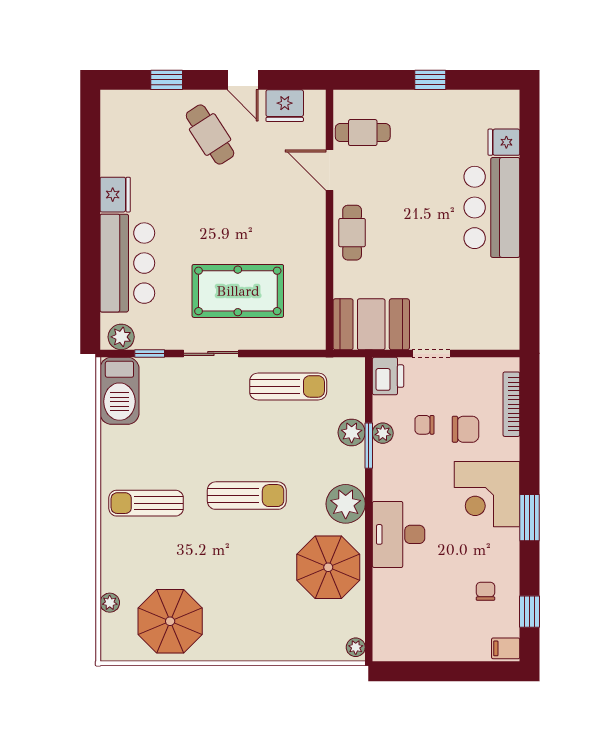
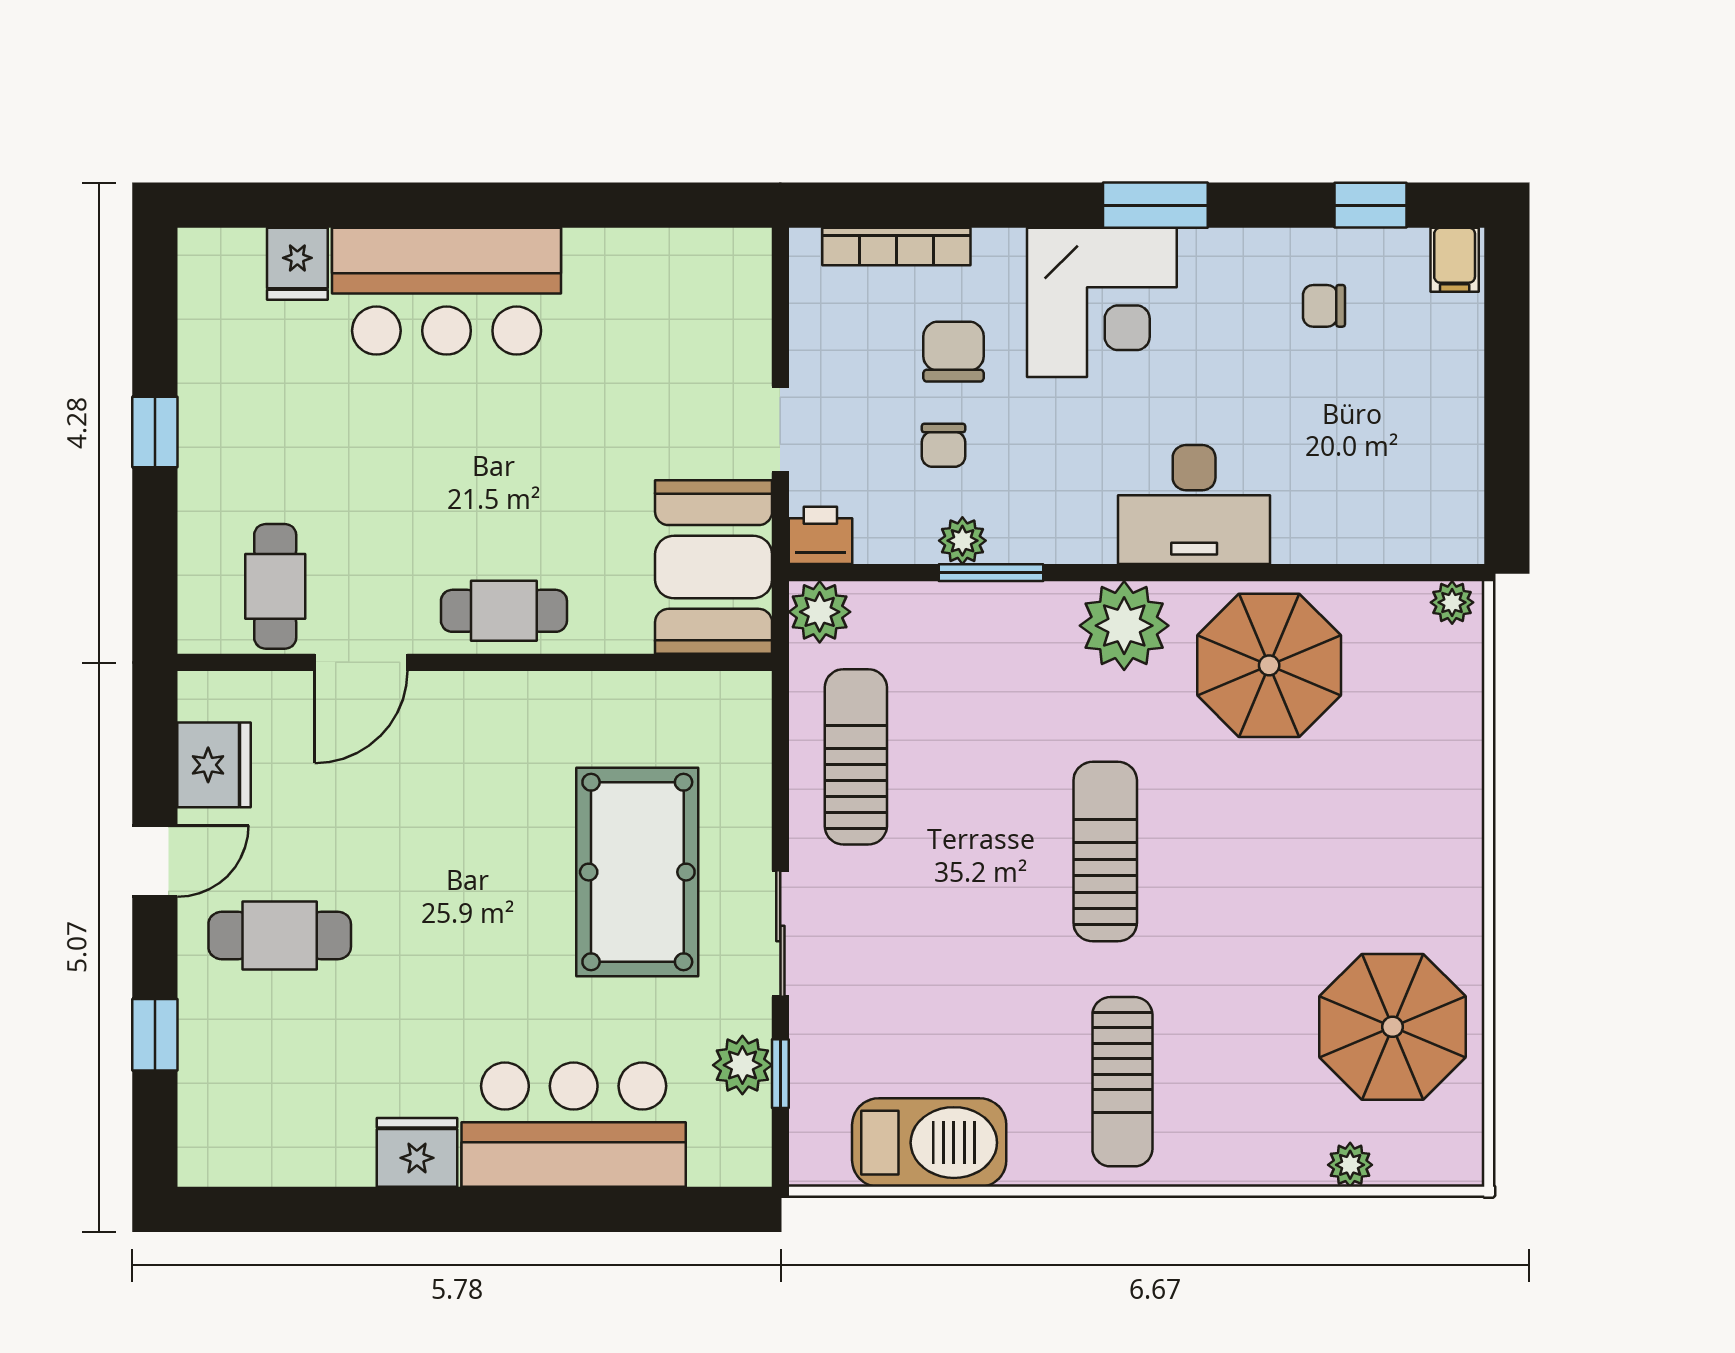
cafe table: (210, 135) -> (280, 935), turned 33
plant: (121, 337) -> (742, 1065), moved
printer: (388, 376) -> (820, 535), width x0.73, depth x0.81
barbecue: (119, 391) -> (929, 1143), moved
plant: (352, 432) -> (820, 612), moved

